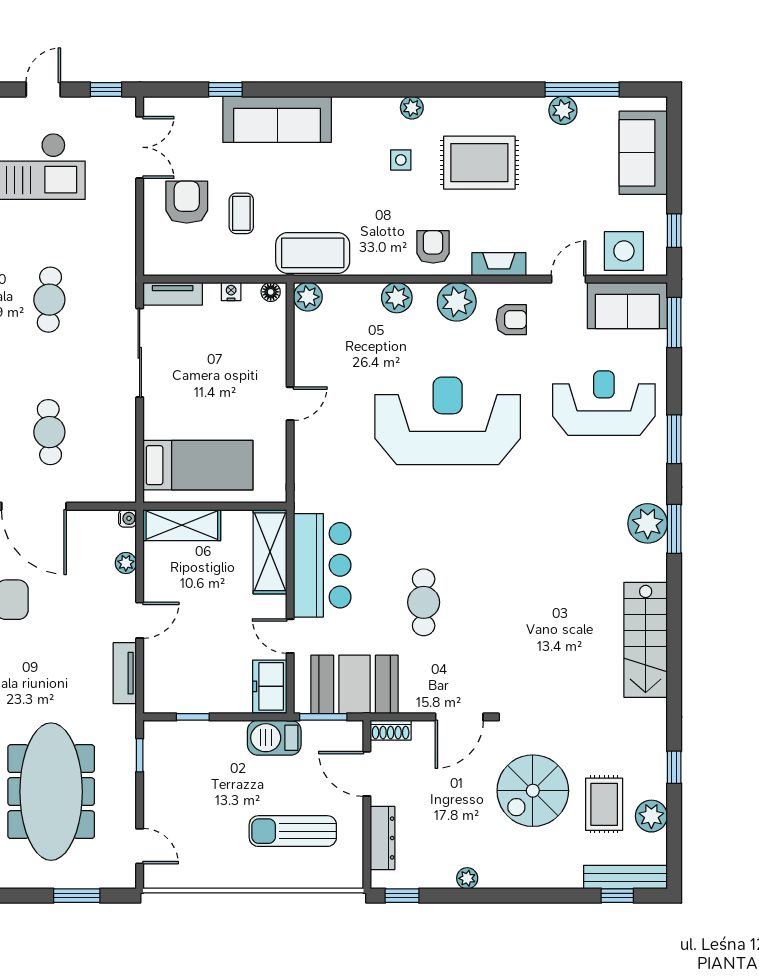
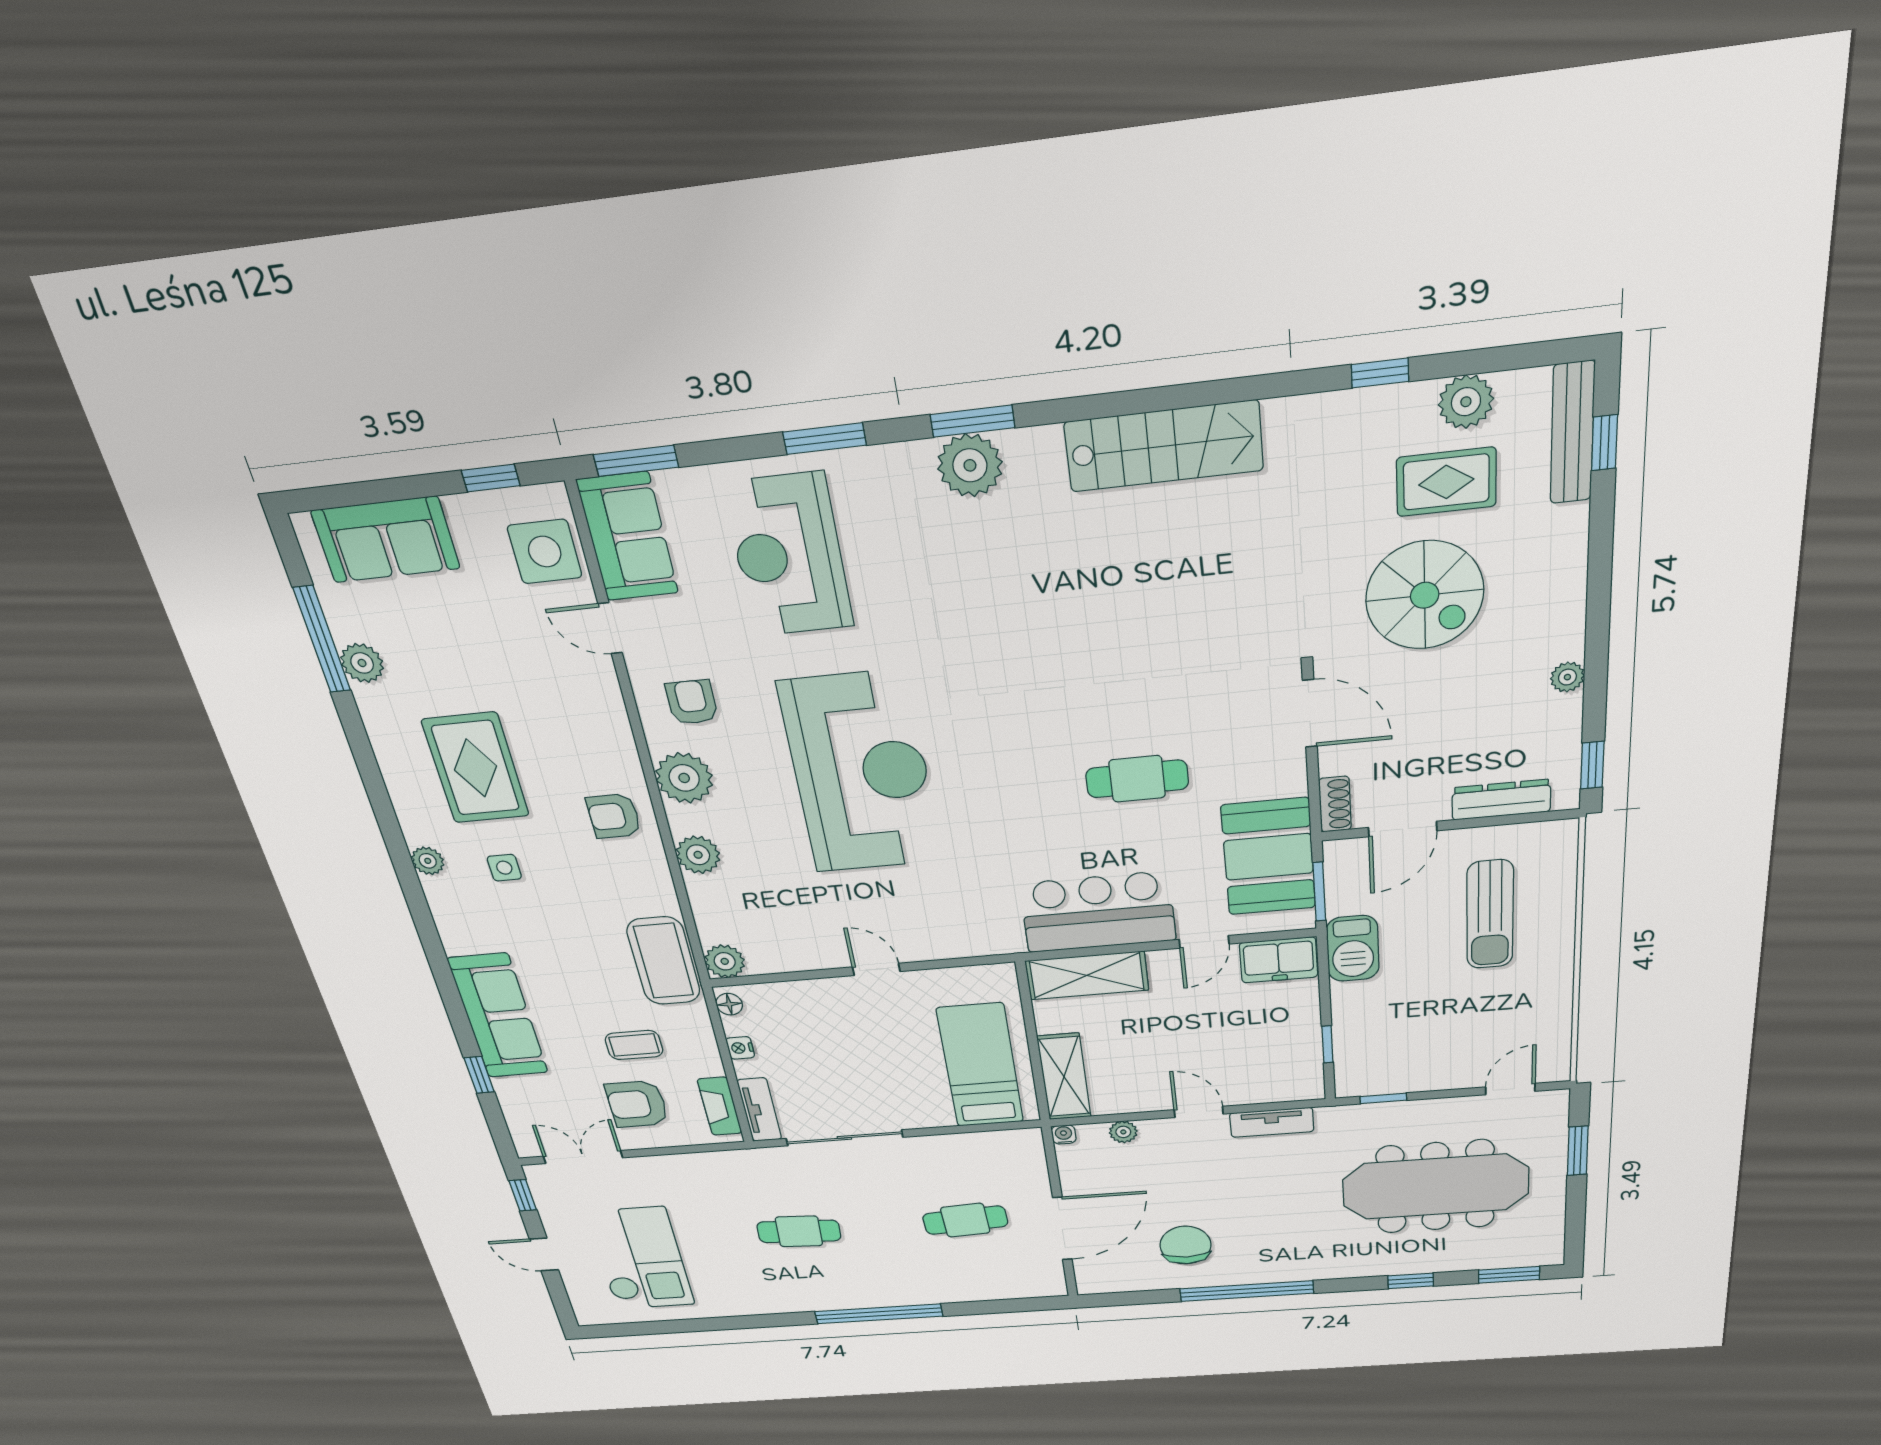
fireplace: (499, 264) -> (720, 1106), moved
reception desk: (448, 421) -> (861, 773), turned 180

